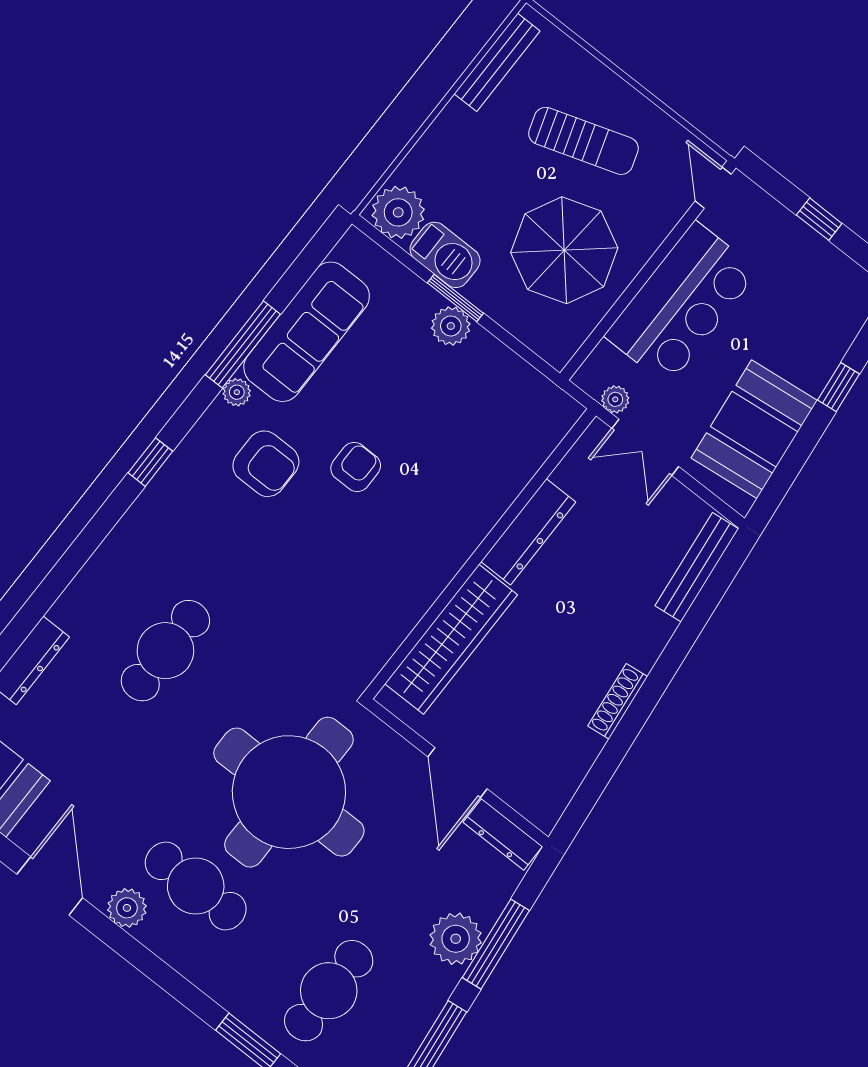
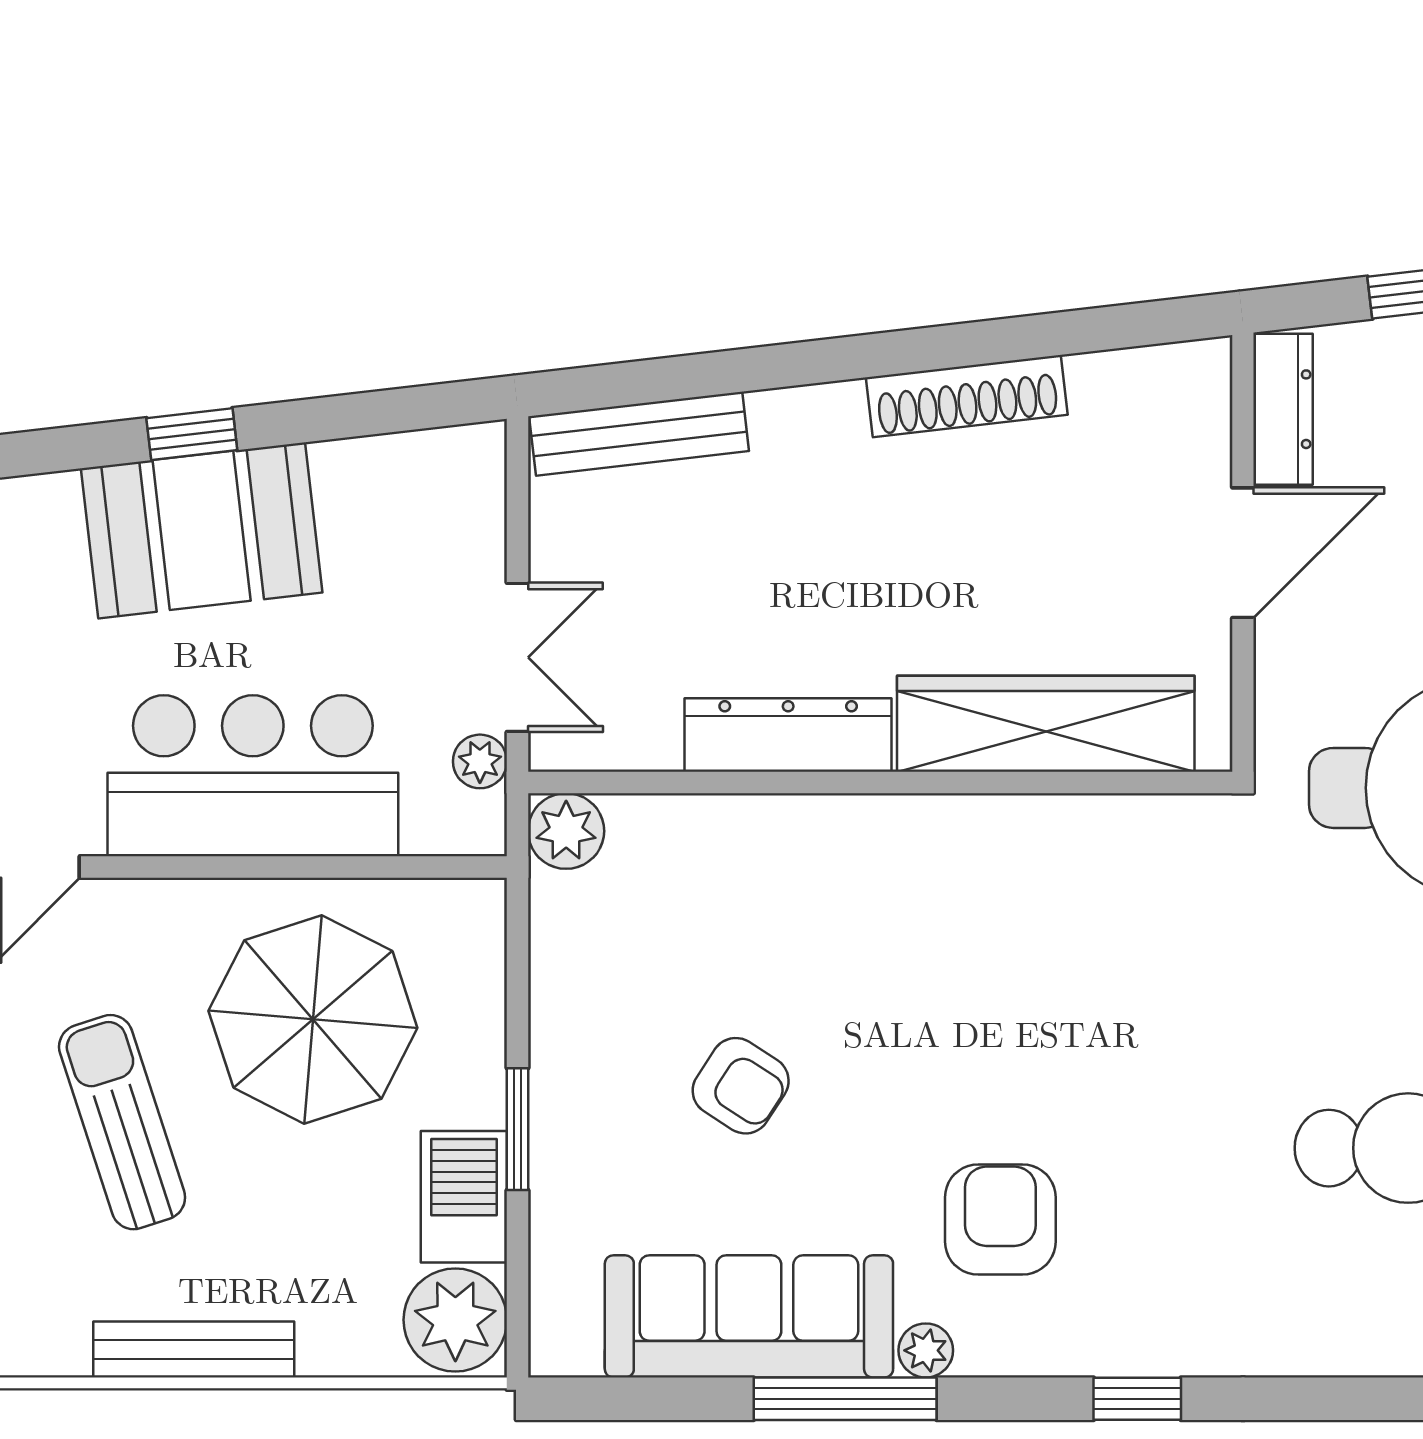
bench: (497, 62) -> (194, 1349), moved
plant: (451, 326) -> (566, 831), moved
booth: (754, 429) -> (202, 530), moved
armchair: (356, 467) -> (741, 1086), moved, turned -147
shoe rack: (618, 701) -> (967, 396), width x1.36, depth x1.24

